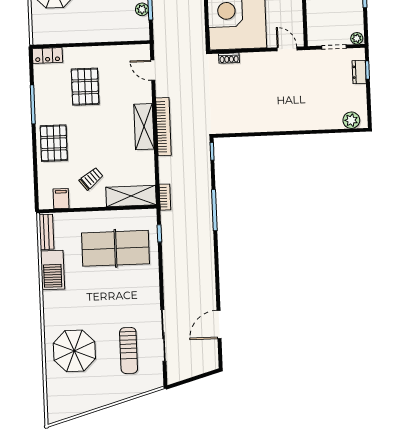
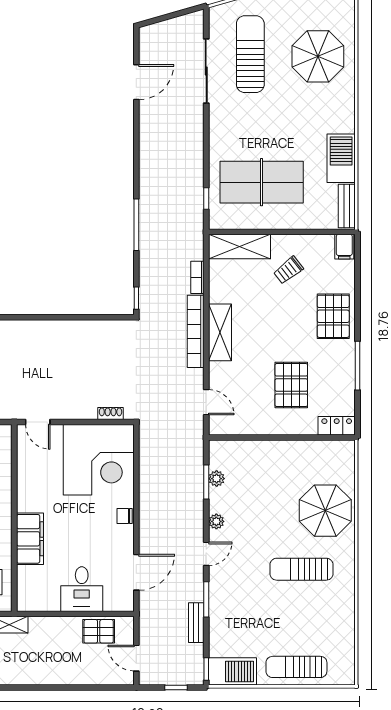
bookcase: (165, 197) -> (197, 277), moved
filing cabinet: (61, 199) -> (344, 247), moved
sun lounger: (129, 350) -> (250, 54), width x1.36, depth x1.34

